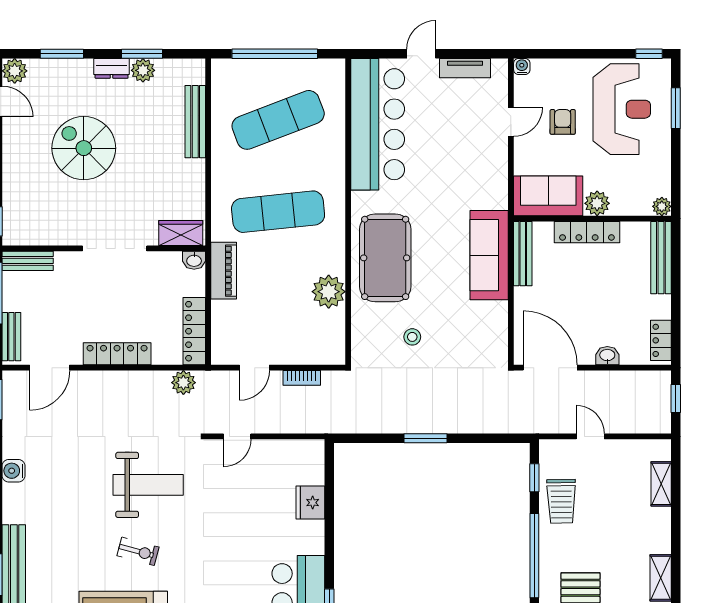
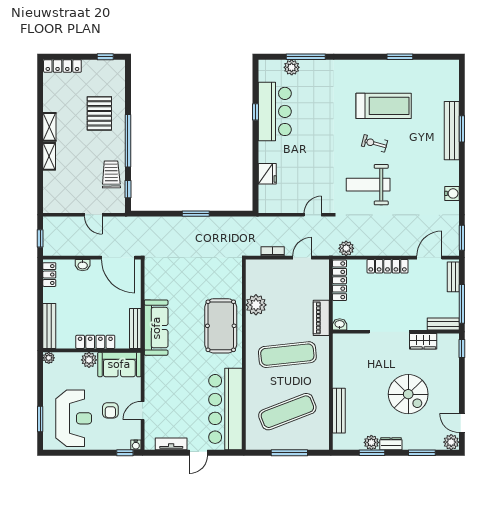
window: (275, 54) -> (289, 453), width x0.68
window: (649, 54) -> (125, 453), moved
reception desk: (622, 109) -> (74, 418), turned 180
wardrobe: (181, 233) -> (423, 341), moved
stool: (412, 337) -> (204, 277), removed
shelving: (661, 484) -> (49, 156), moved

